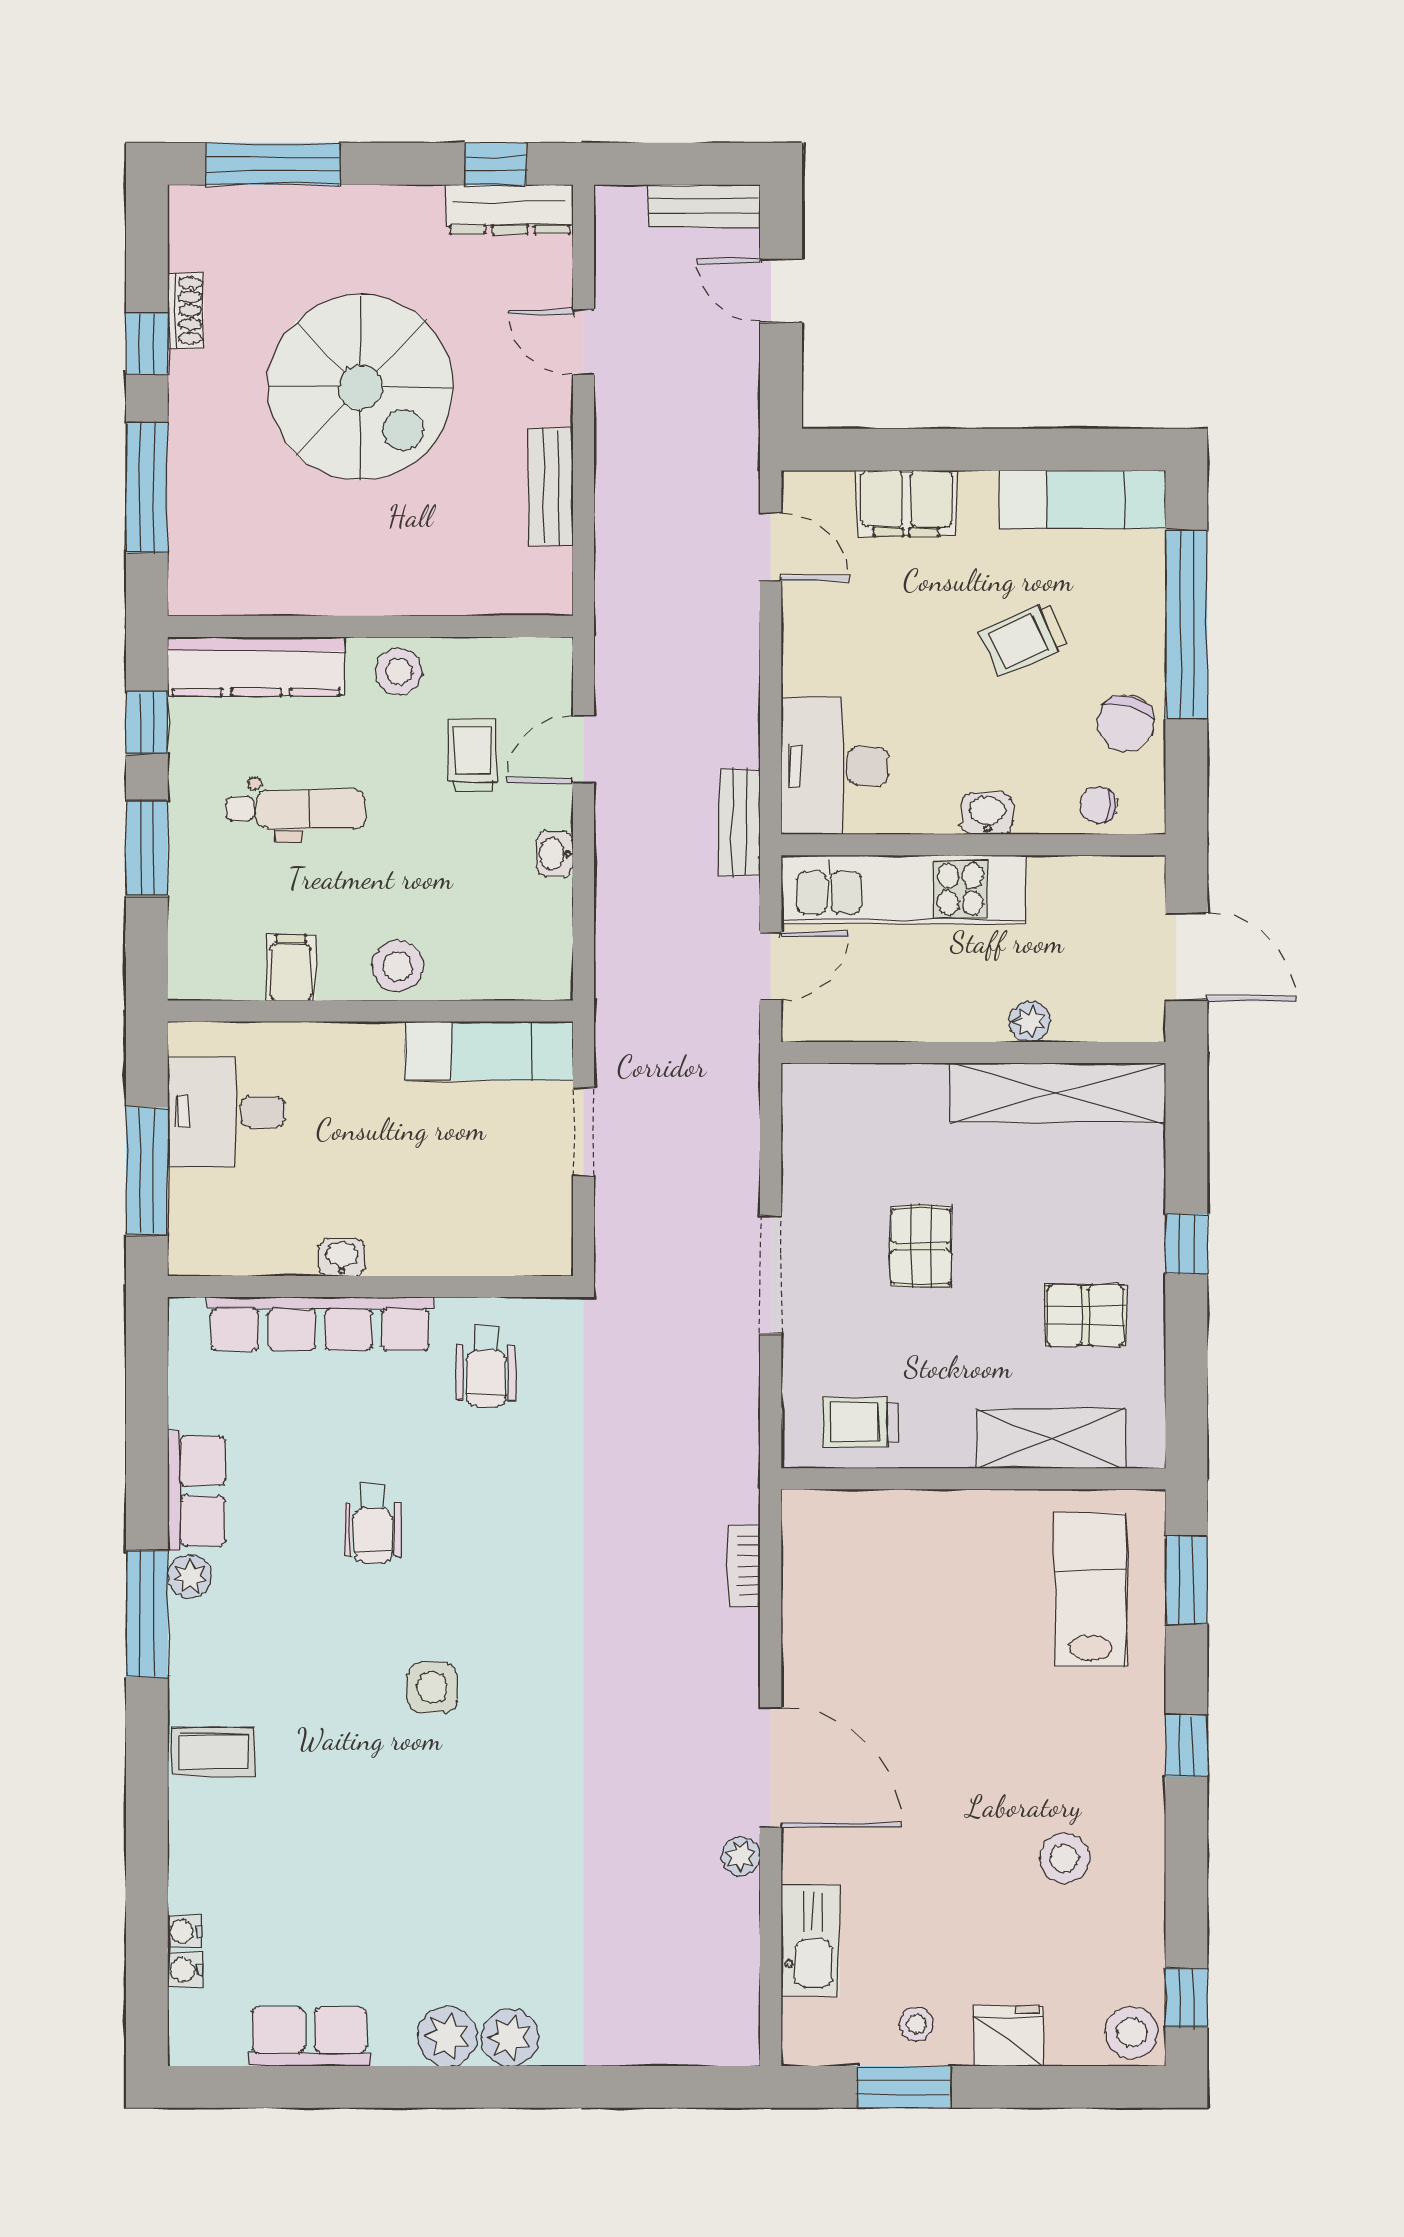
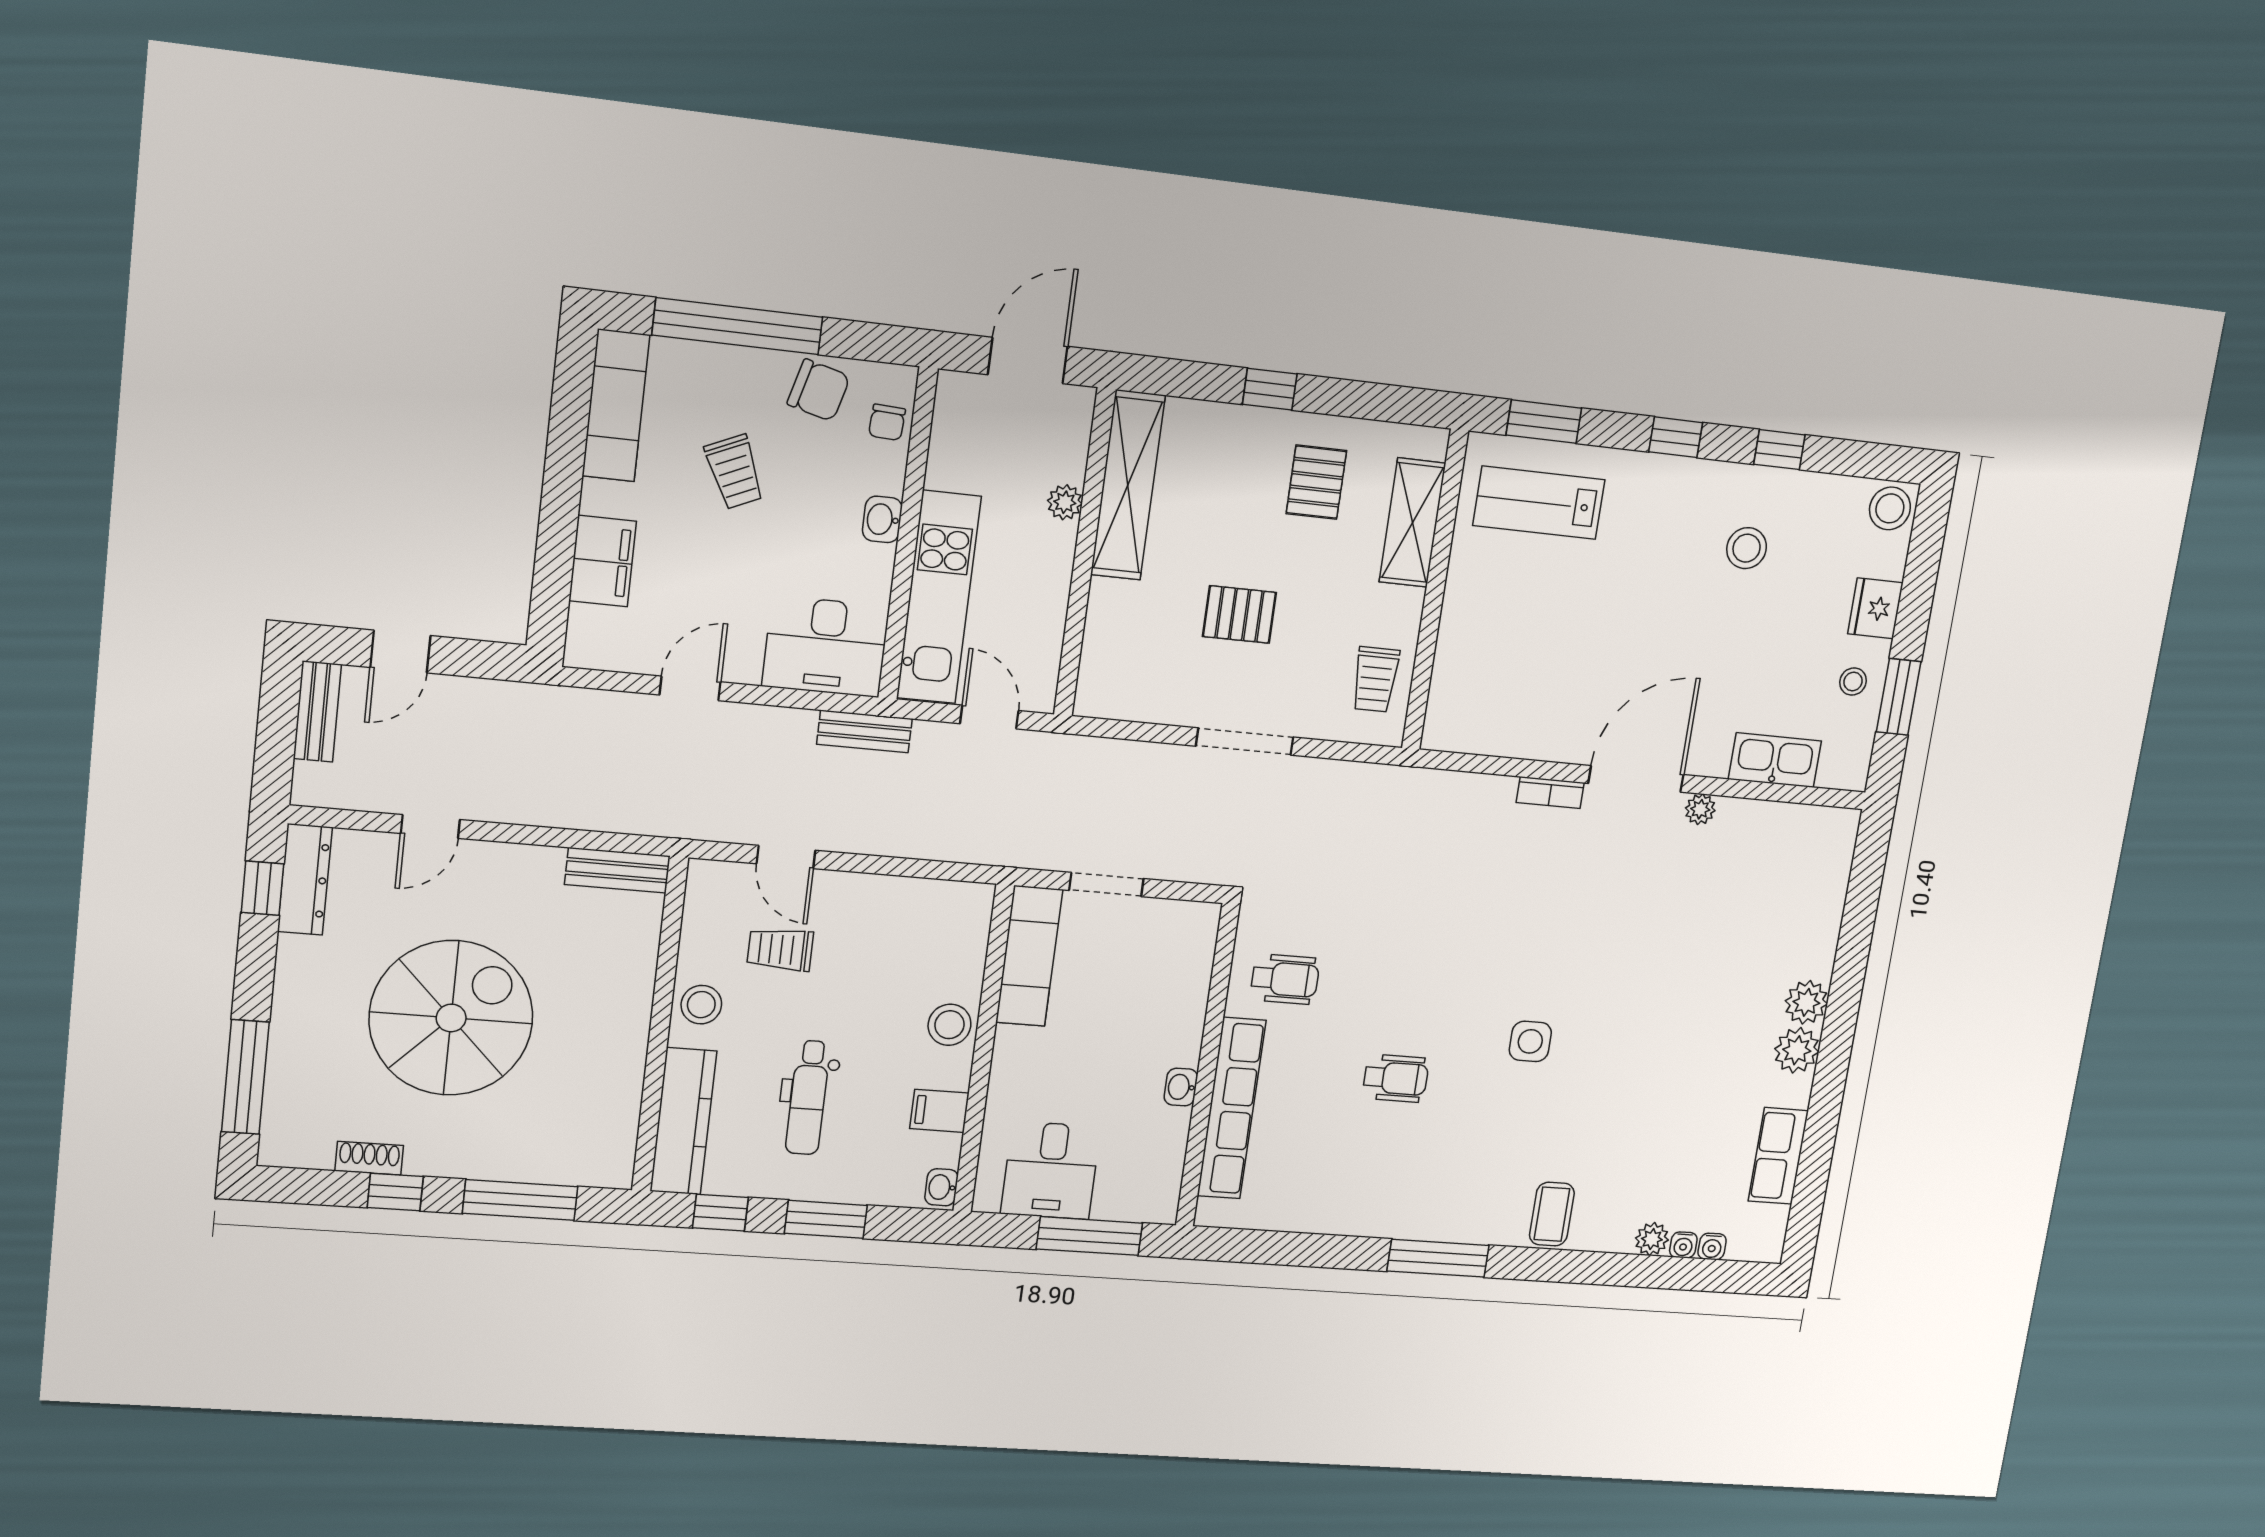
bench: (551, 487) -> (617, 870), moved
door: (771, 547) -> (690, 688), moved
dental chair: (296, 809) -> (808, 1098), turned 180
washbasin: (555, 854) -> (941, 1187), moved, turned 90
row of seats: (196, 1491) -> (1349, 1214), removed
bookcase: (744, 1566) -> (1550, 793), moved
plant: (190, 1577) -> (1652, 1239), moved
window: (1186, 1998) -> (1779, 450), moved

